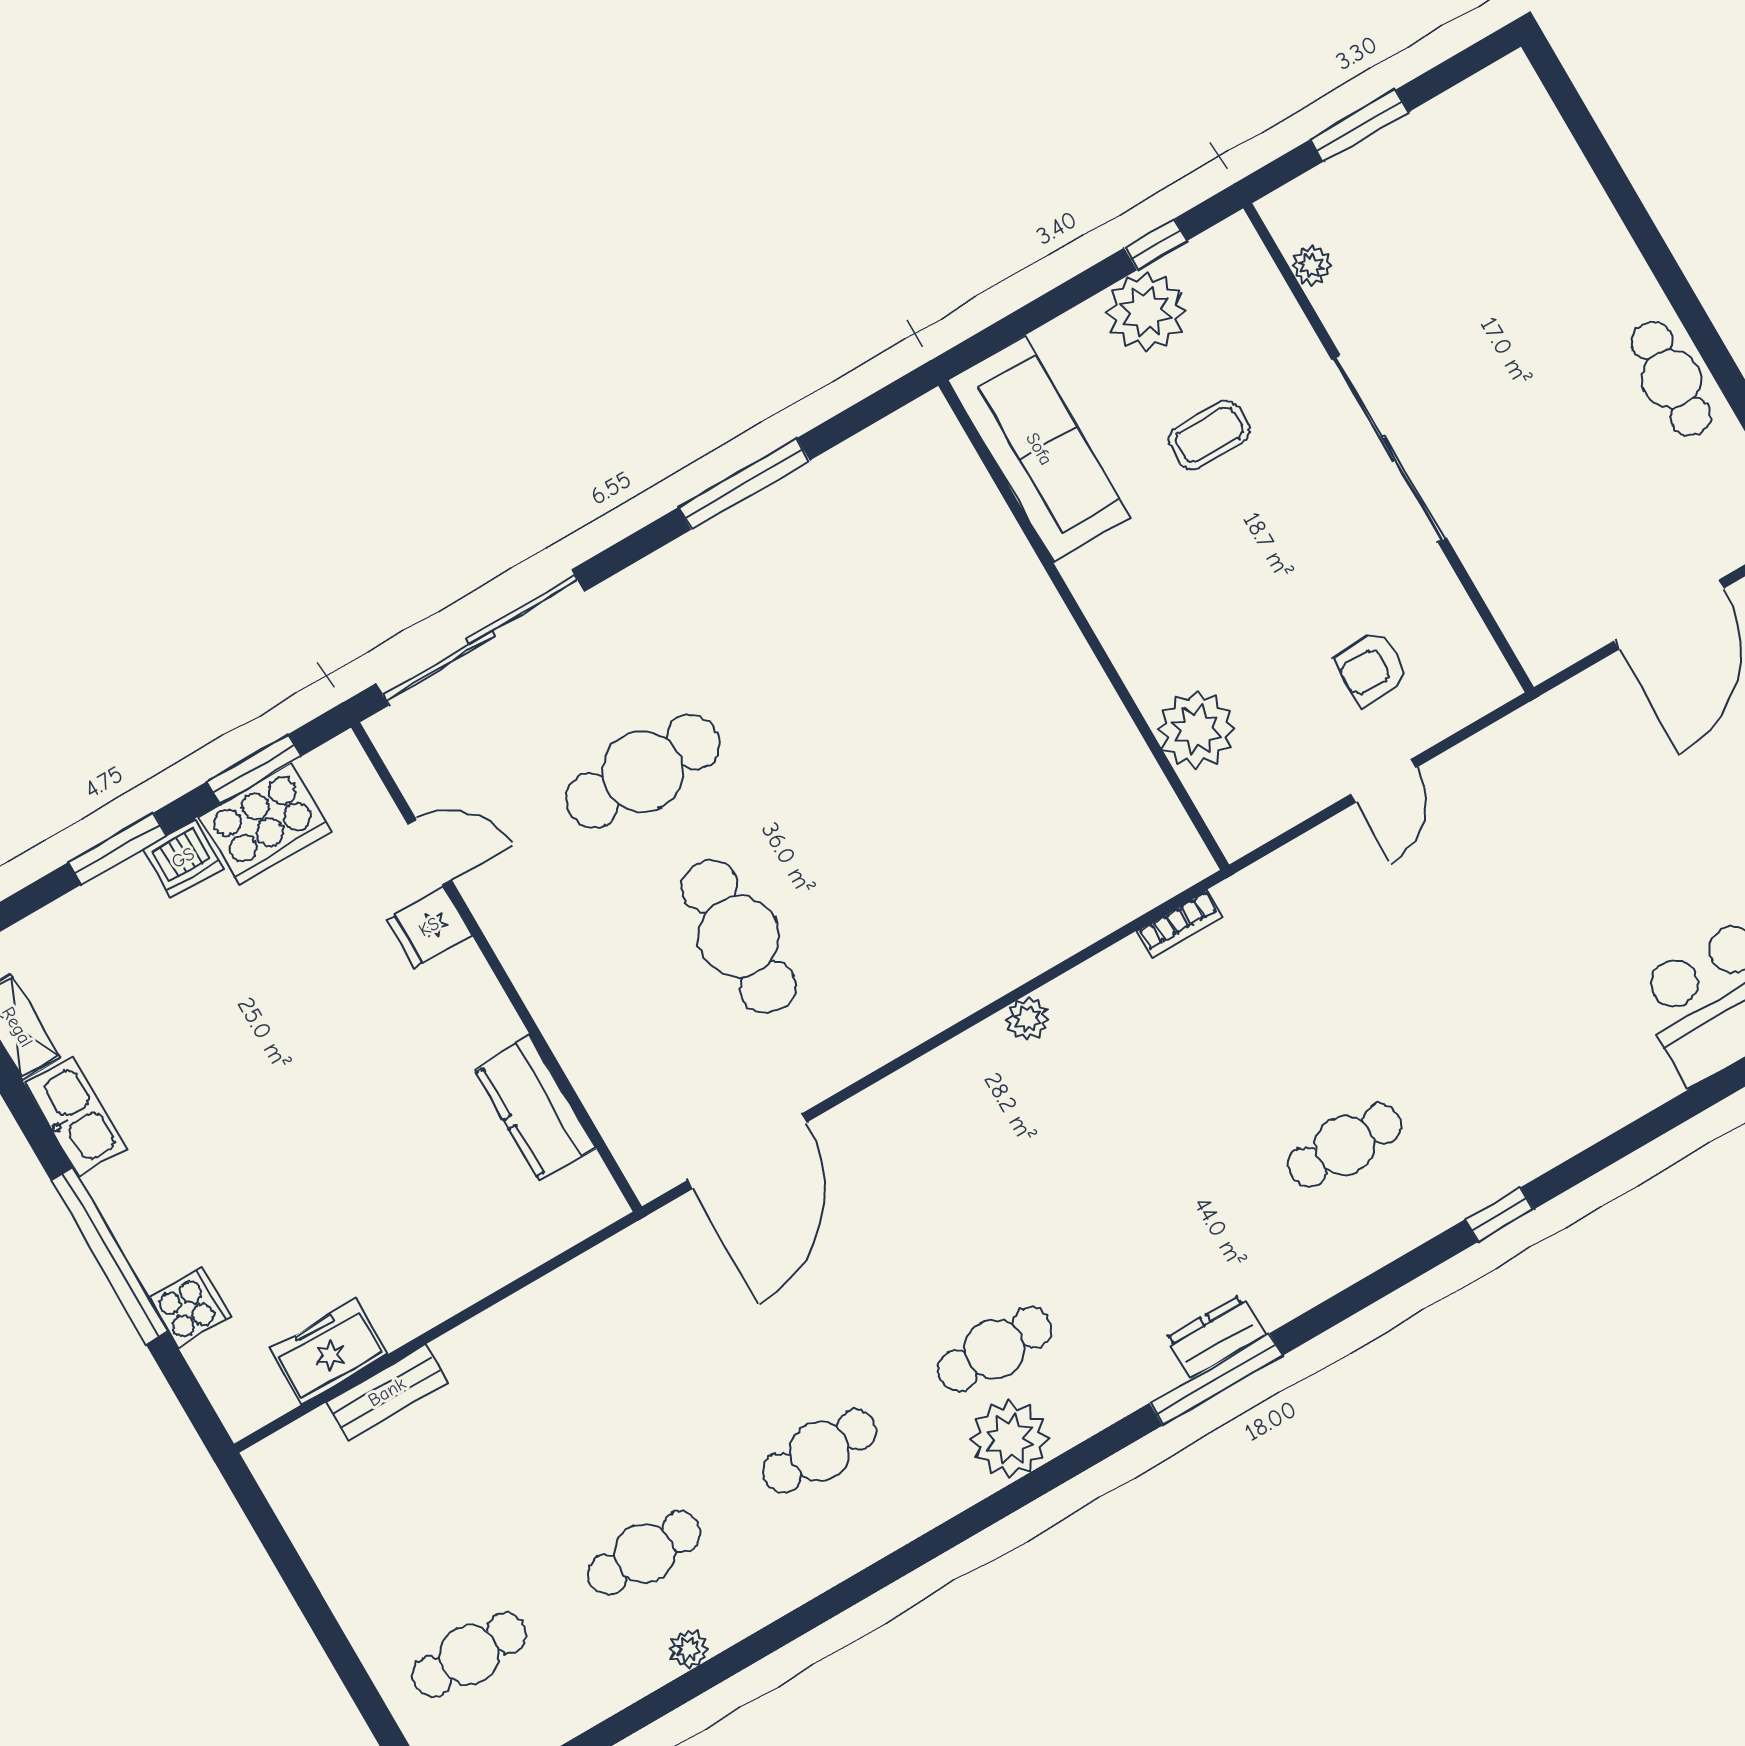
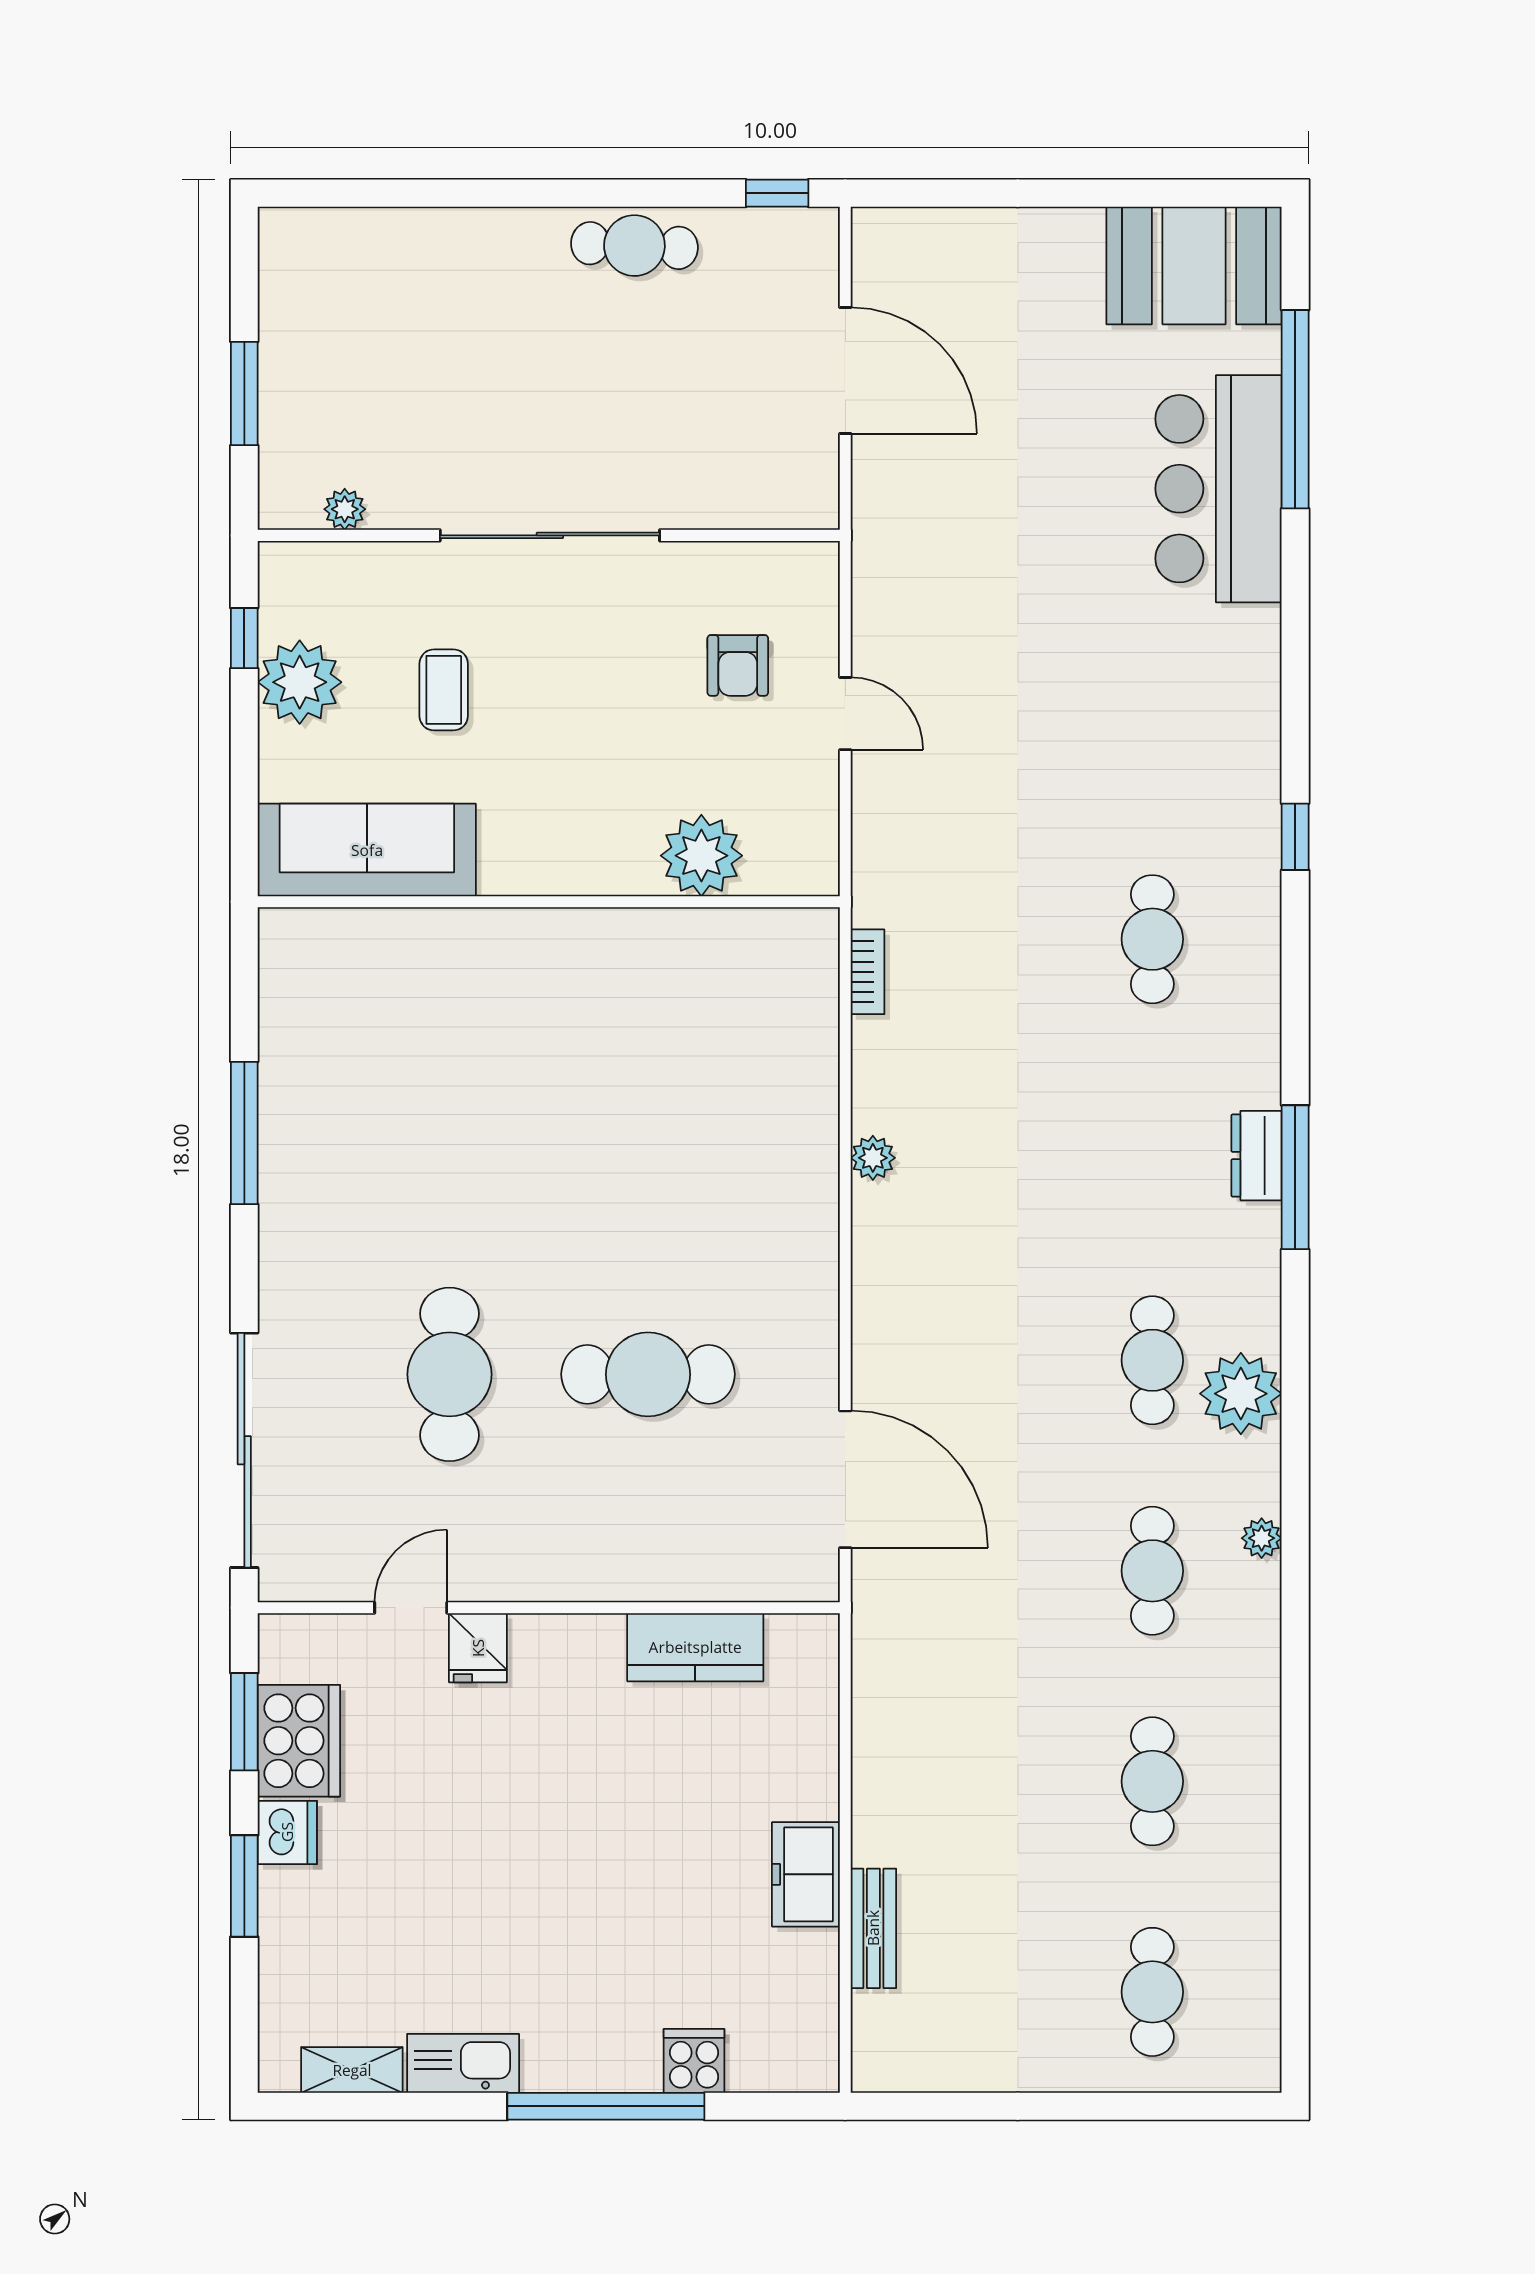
freezer: (328, 1351) -> (806, 1874), moved
plant: (688, 1649) -> (1262, 1538), moved

